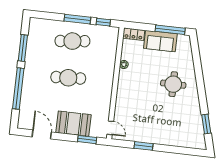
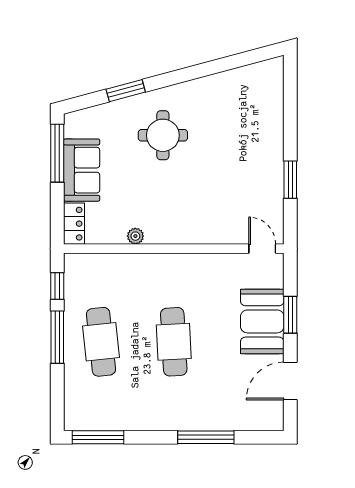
window: (23, 48) -> (98, 437), moved
window: (18, 89) -> (206, 437), width x0.68
window: (206, 124) -> (126, 91), moved
door: (110, 128) -> (262, 249), hinge flipped
window: (87, 140) -> (290, 315), moved

